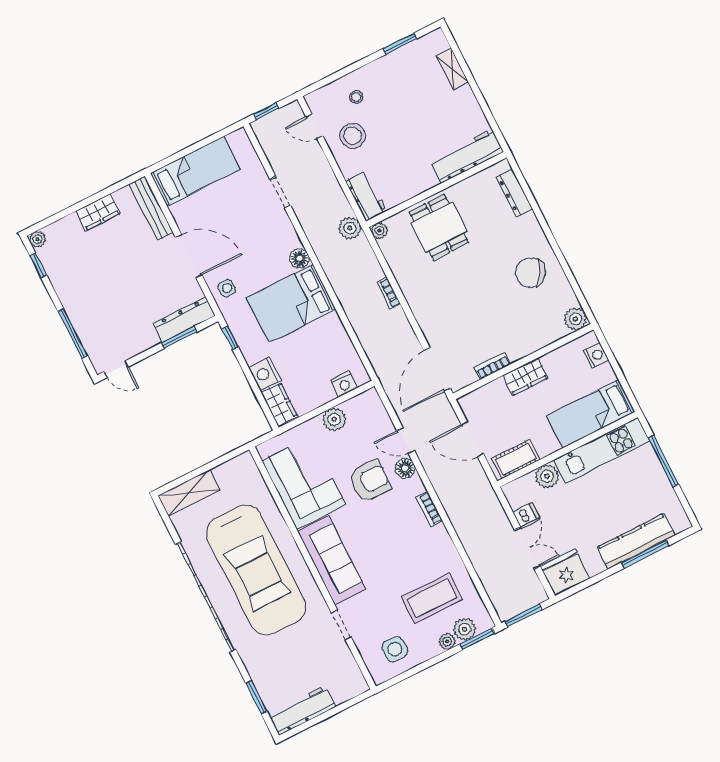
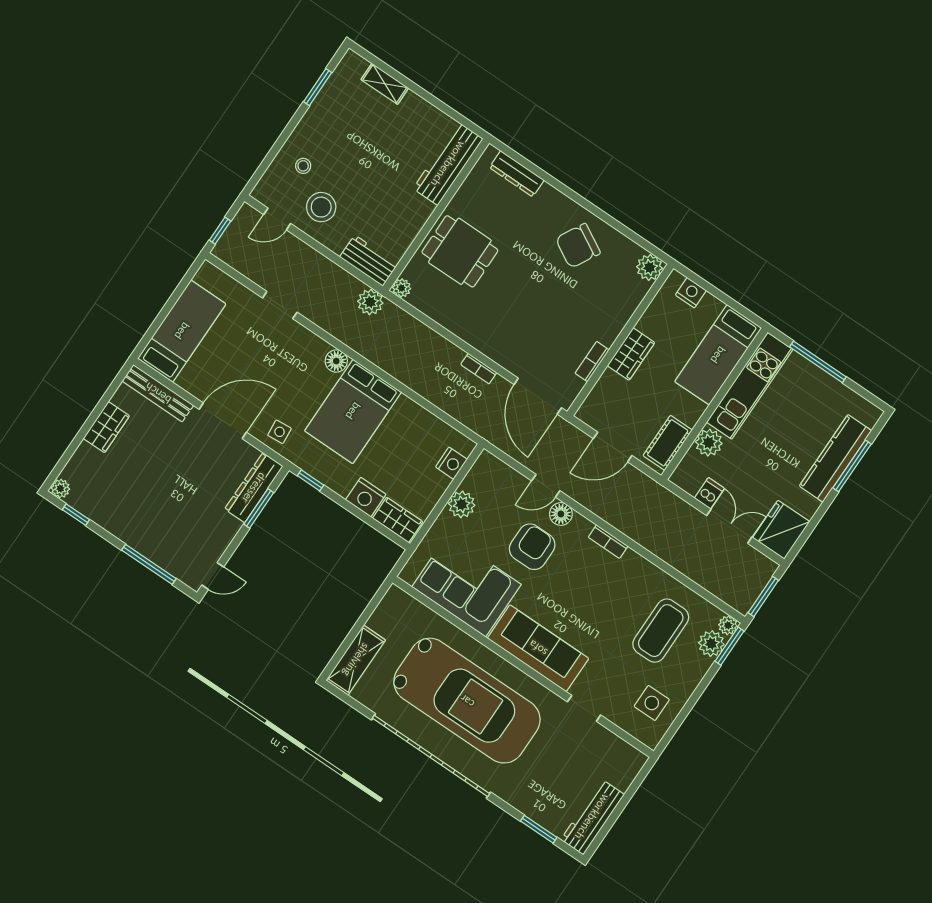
bookcase: (389, 293) -> (479, 369), moved
plant: (447, 641) -> (728, 625), moved

